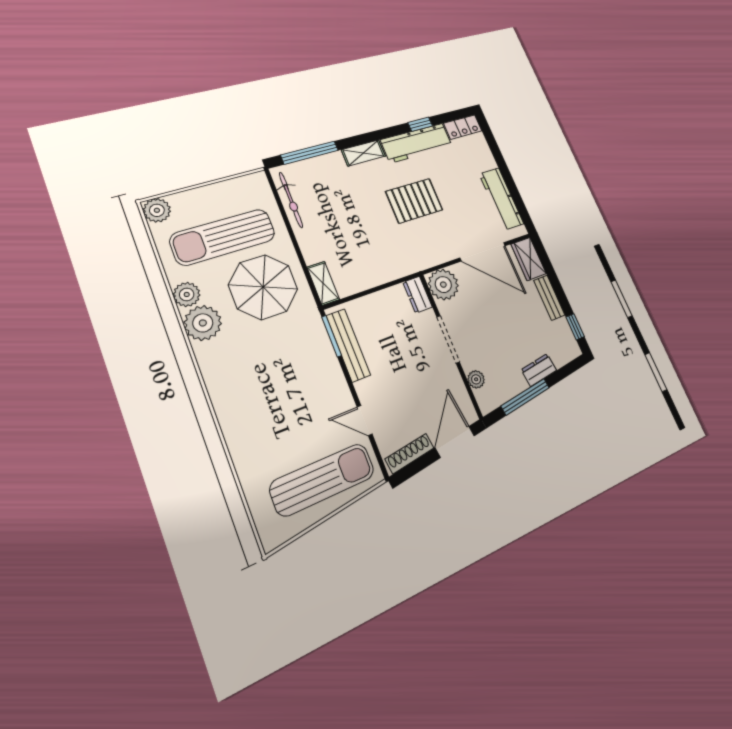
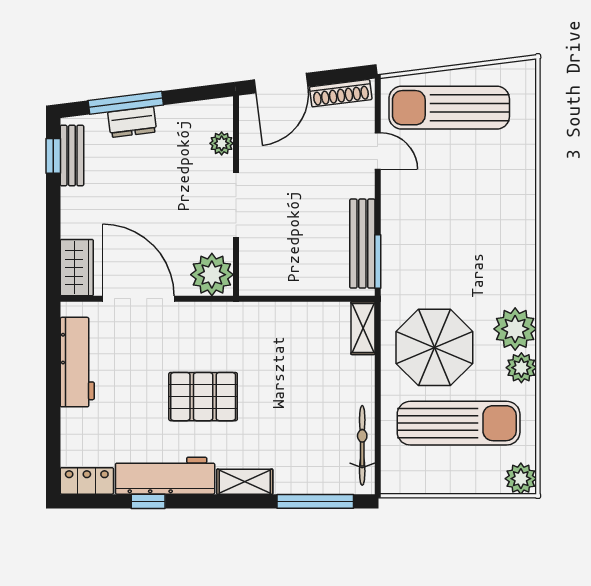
dresser: (418, 295) -> (251, 274), removed
bench: (549, 298) -> (72, 156), moved
window: (525, 397) -> (126, 103), moved

